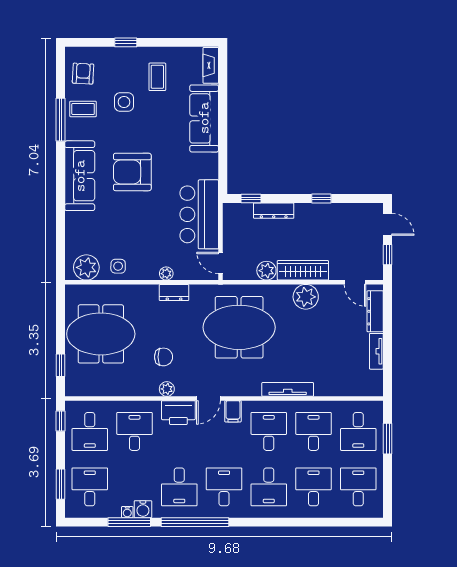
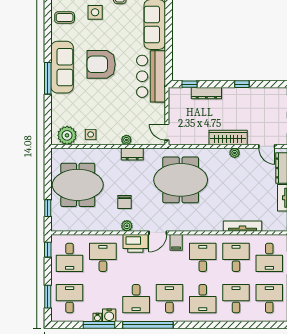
window: (60, 120) -> (48, 78), moved
bar counter: (199, 214) -> (151, 76), moved
plant: (266, 271) -> (201, 138), removed
plant: (306, 297) -> (235, 153), width x0.53, depth x0.53
chair: (164, 357) -> (124, 202), turned 90
tv unit: (288, 389) -> (242, 226), moved

